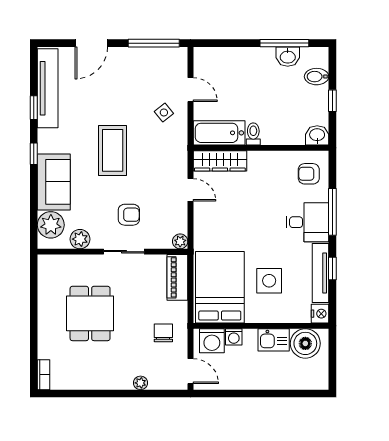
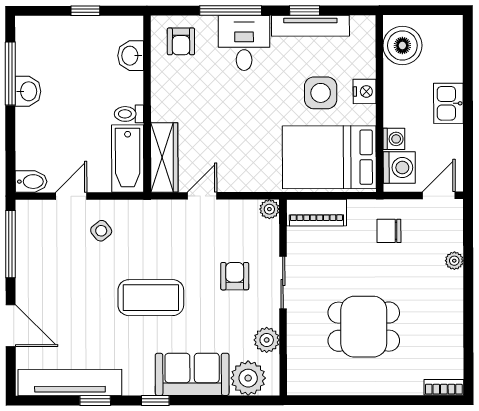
washbasin: (288, 57) -> (28, 91), moved
bidet: (317, 77) -> (31, 182), moved, turned -90
washbasin: (317, 135) -> (131, 56), moved
nightstand: (320, 314) -> (365, 91), moved, turned 90
kitchen sink: (274, 340) -> (448, 103), moved, turned 180

